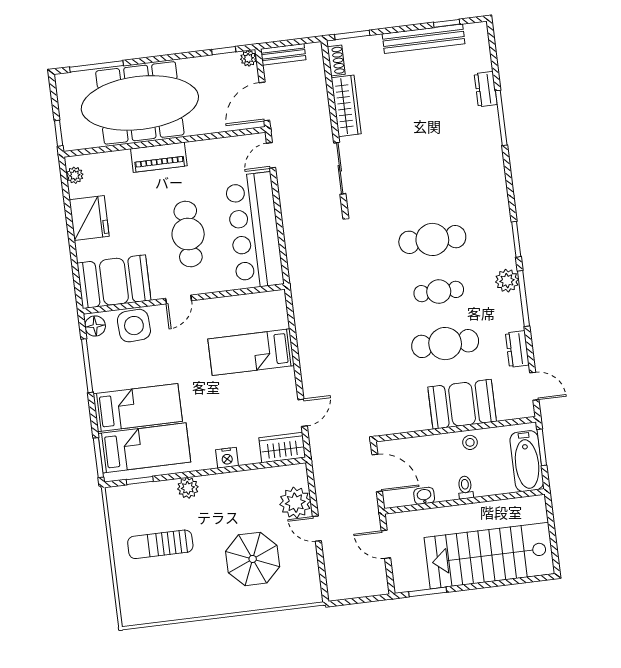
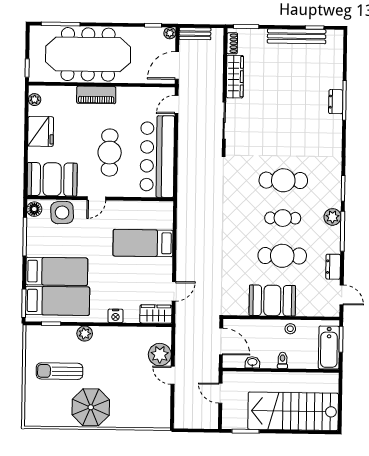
dresser: (486, 89) -> (336, 102), moved
booth: (462, 404) -> (272, 300), moved
parasol: (253, 559) -> (91, 407), moved

